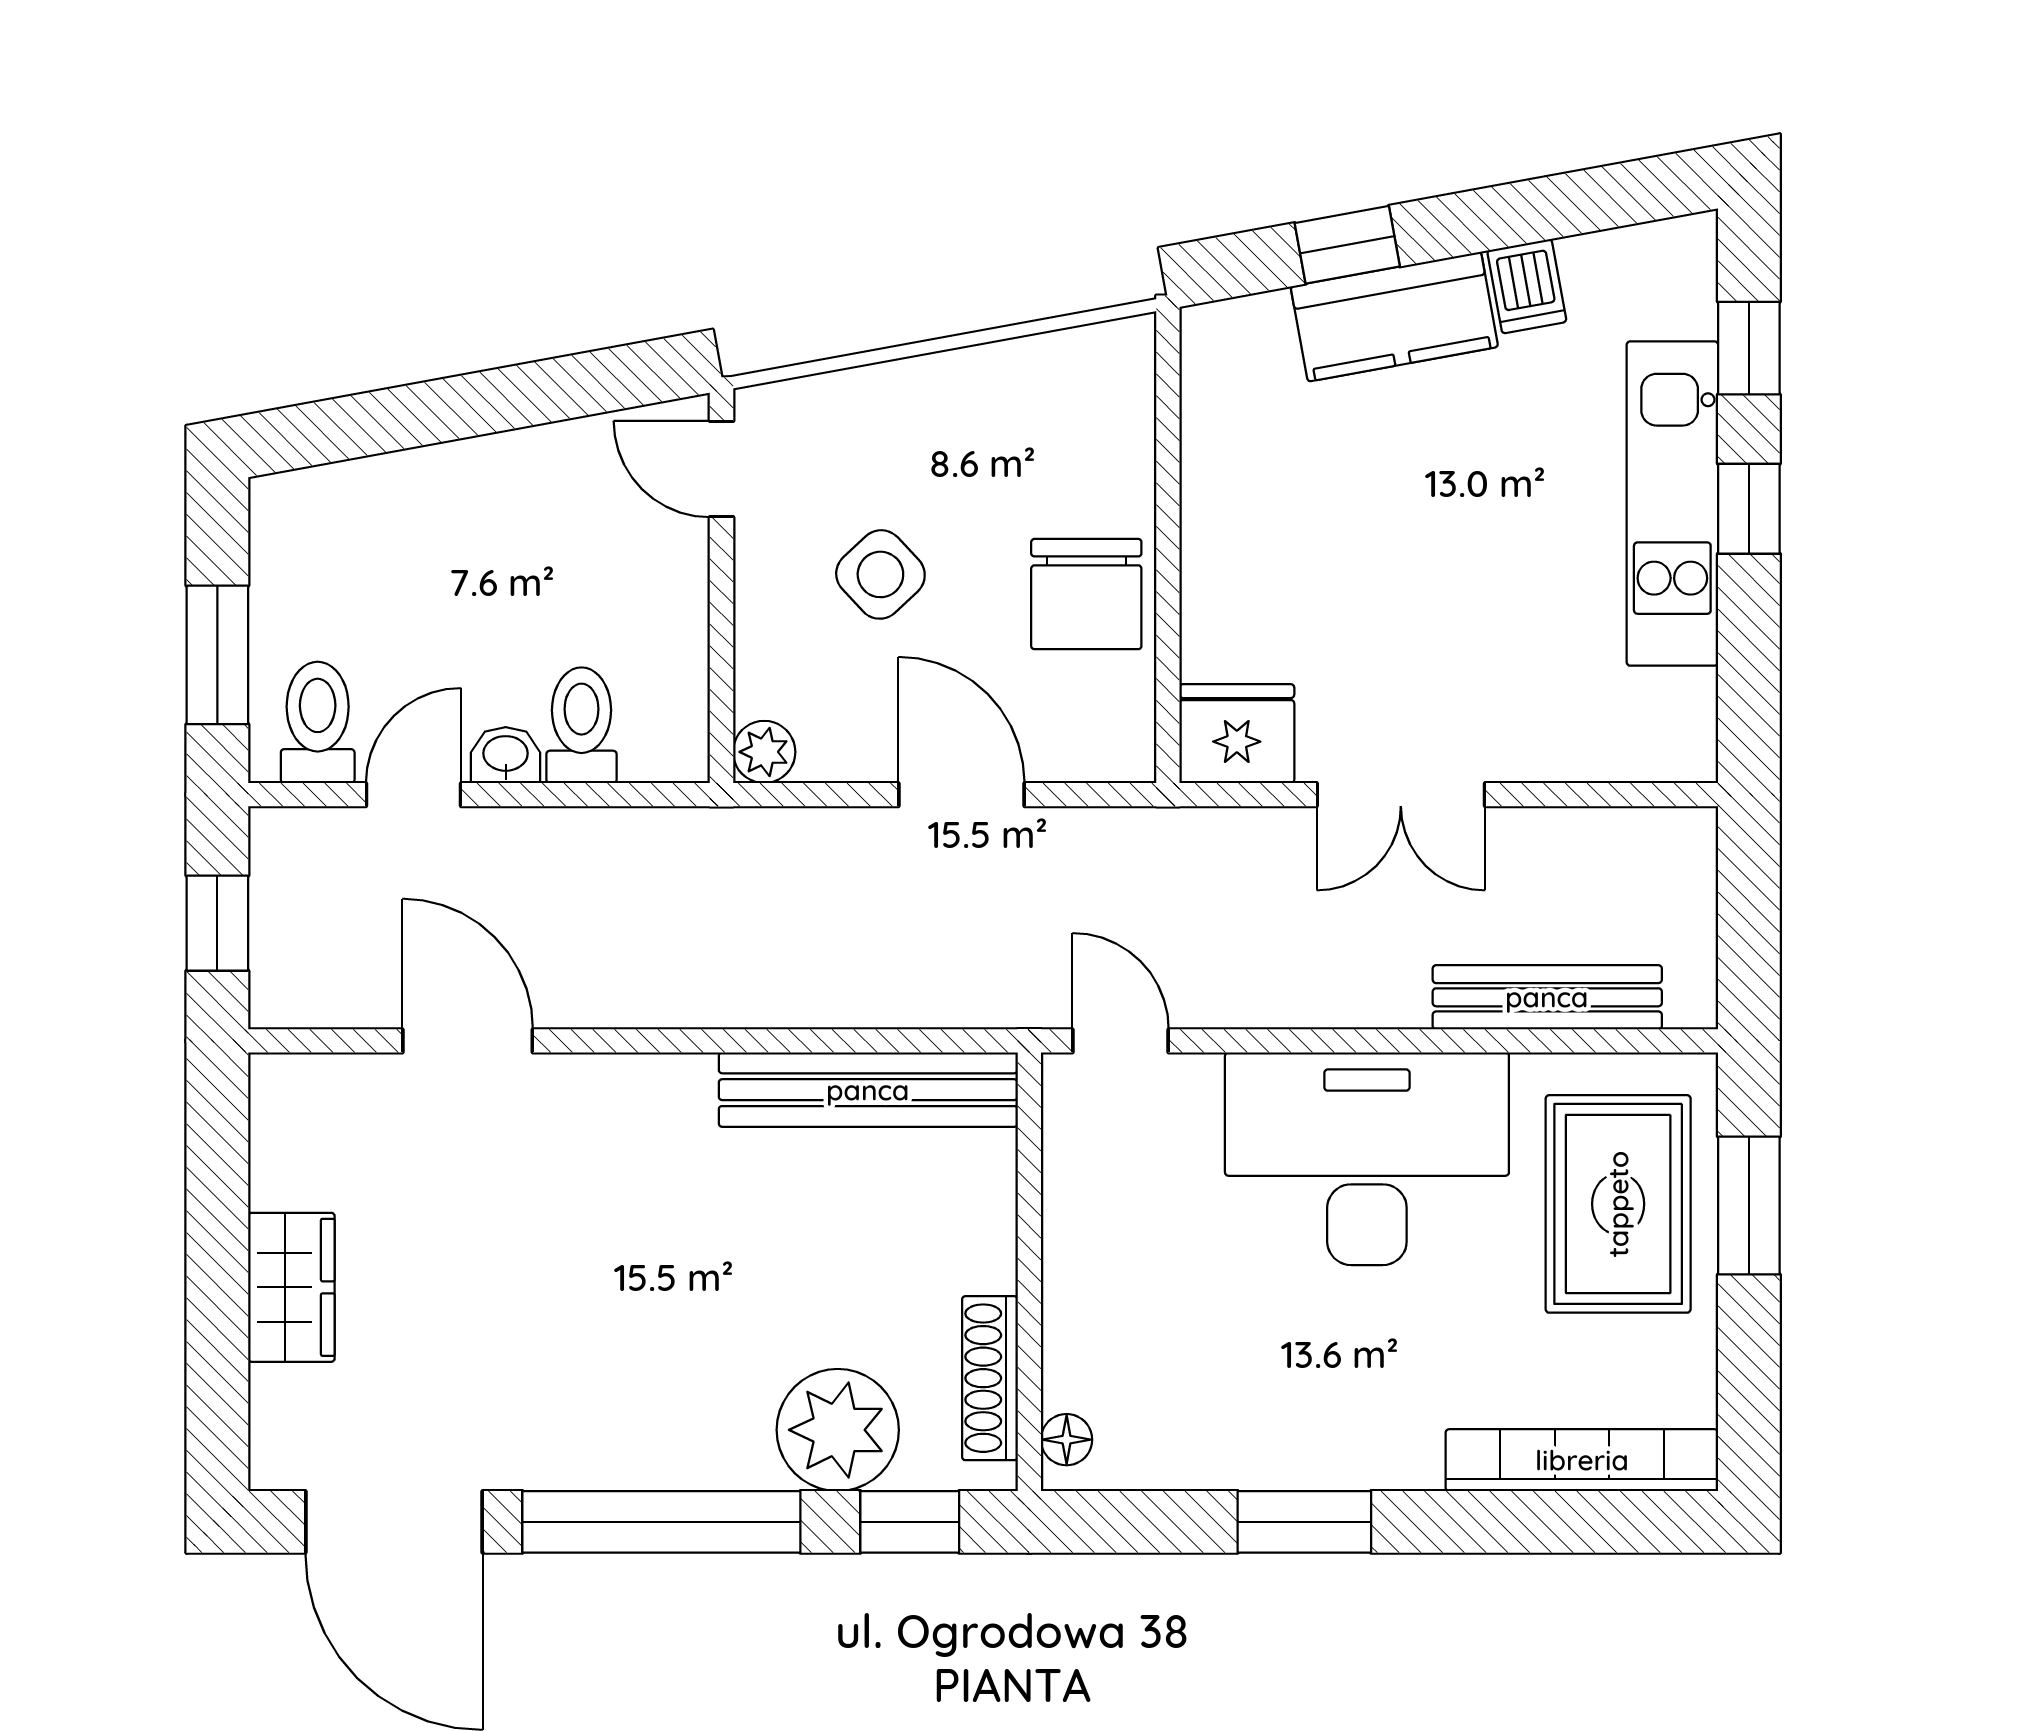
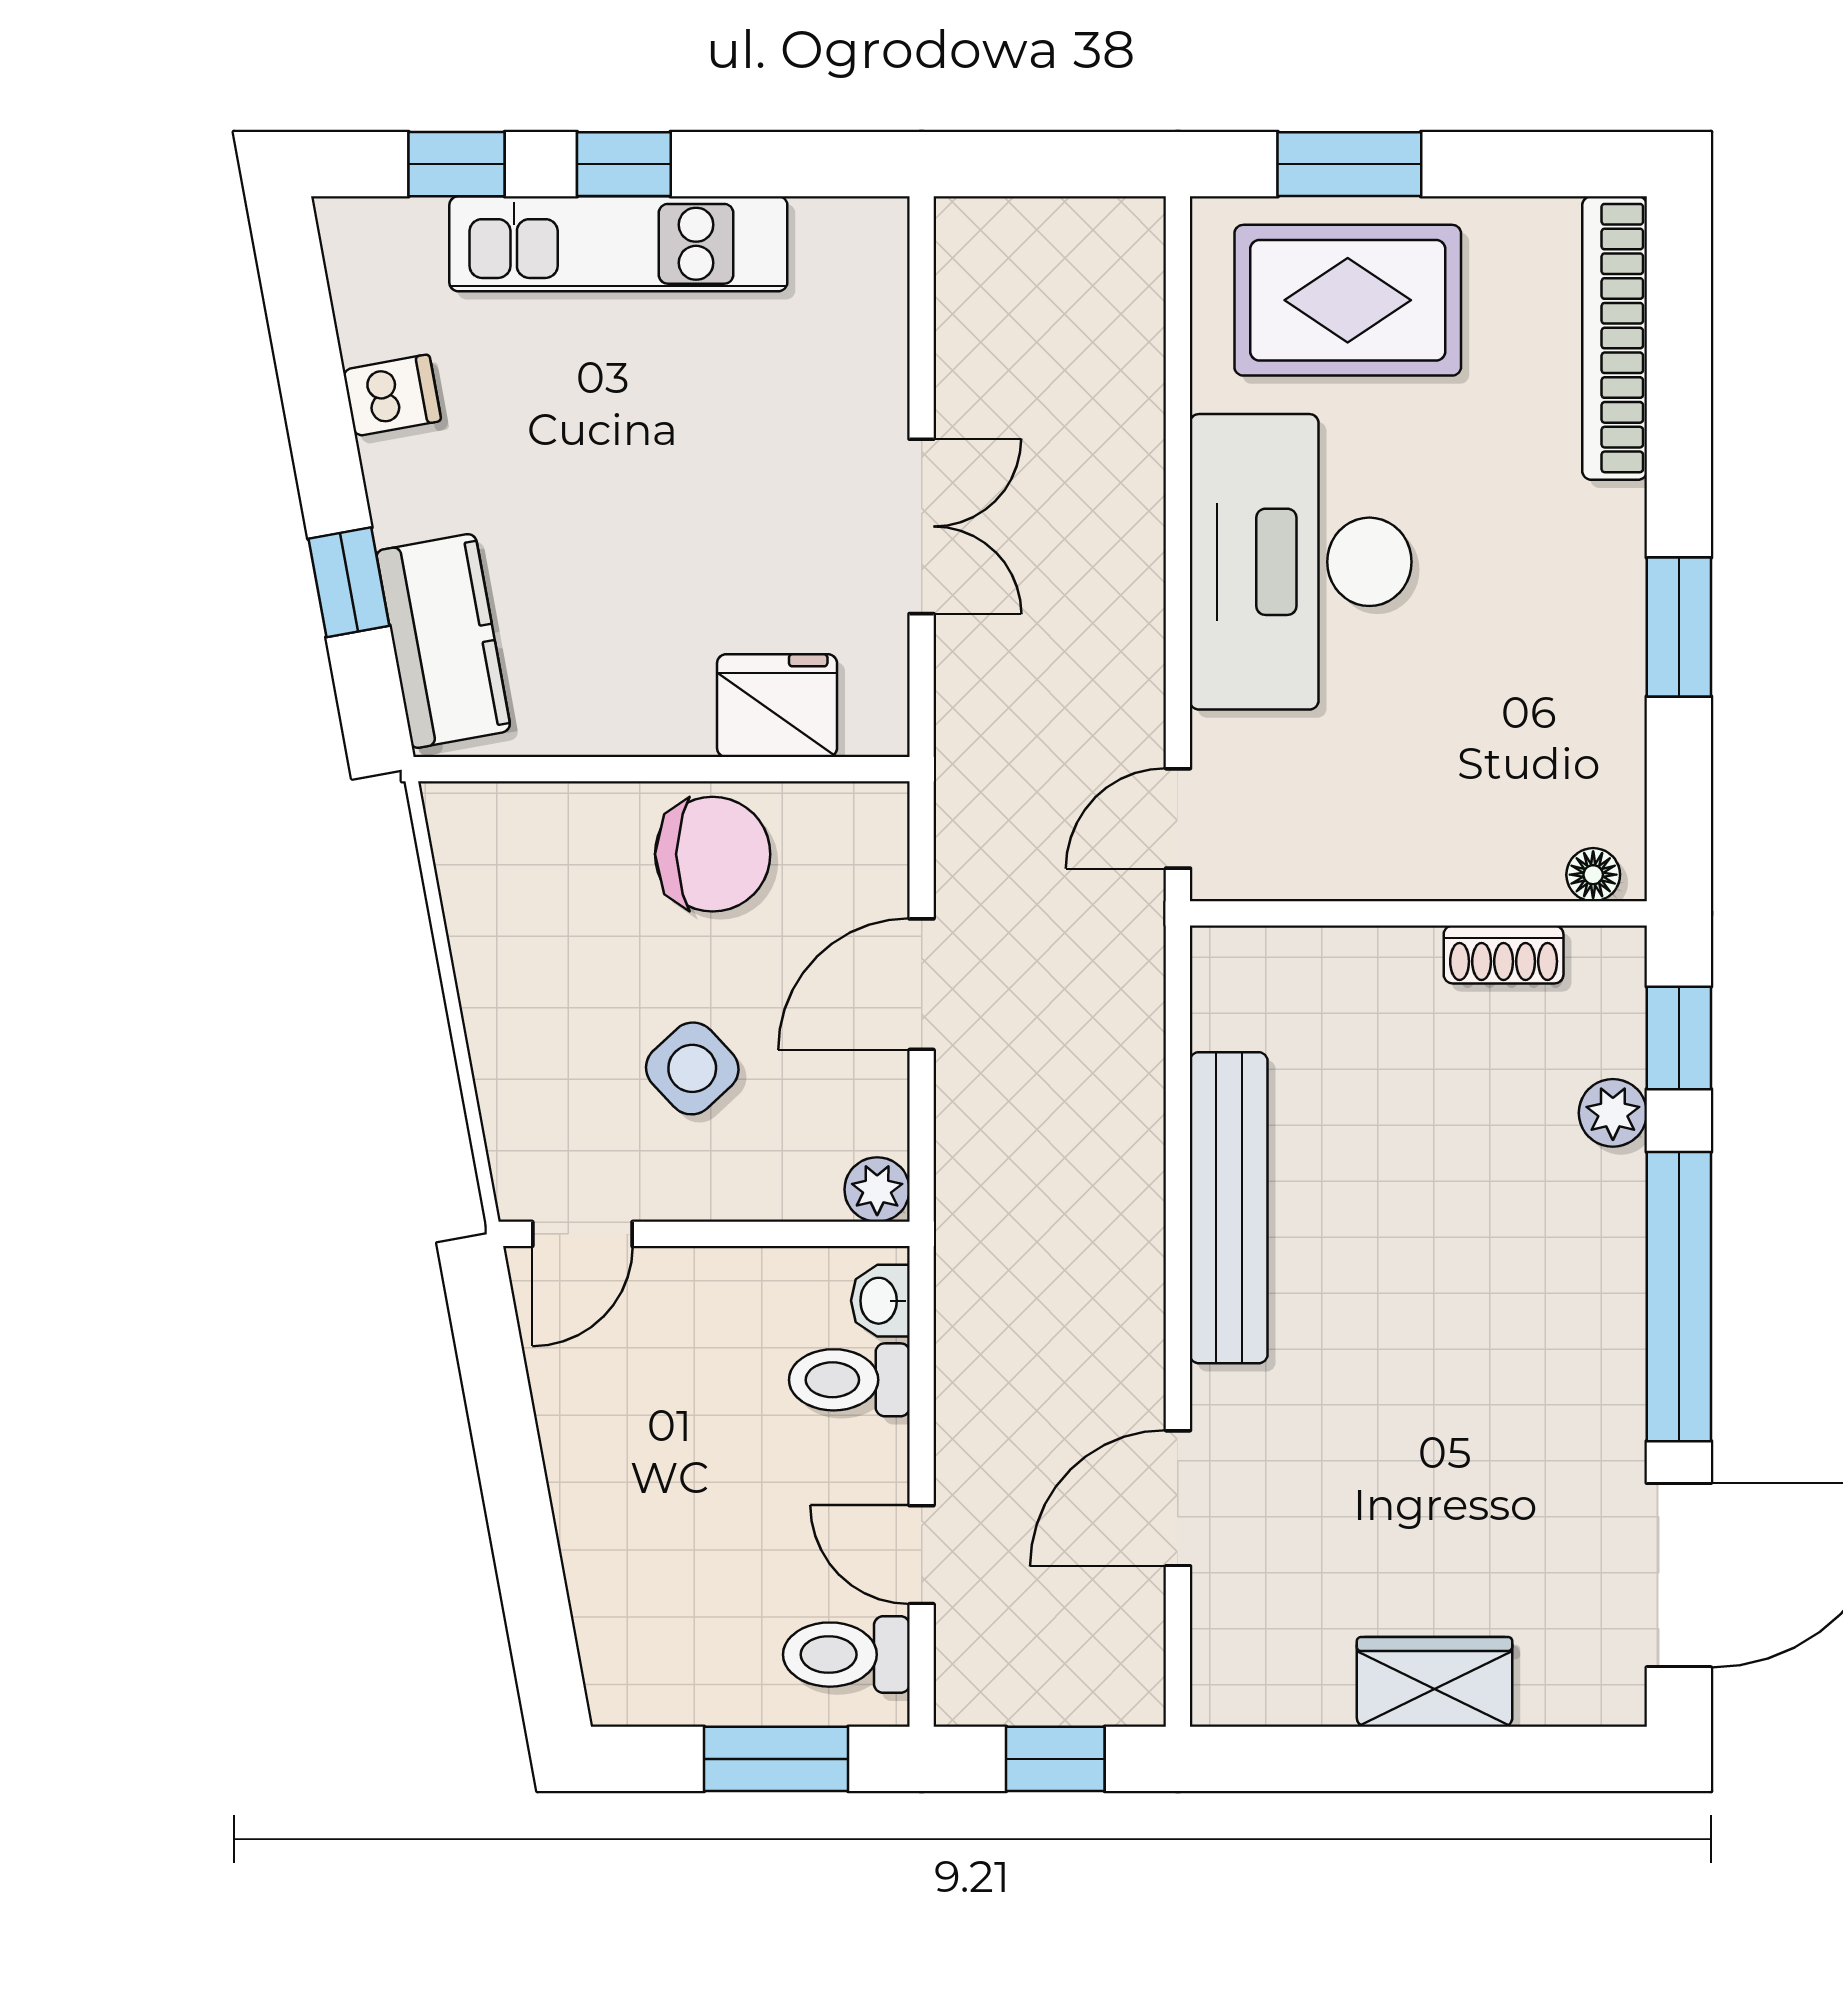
kitchen counter: (1394, 317) -> (443, 641), moved
fridge: (1237, 734) -> (777, 706), moved, turned 90
washbasin: (506, 755) -> (880, 1301), moved
bench: (1547, 997) -> (1133, 374), removed
bench: (868, 1090) -> (1229, 1208), moved
shoe rack: (990, 1378) -> (1504, 954), width x0.70
plant: (838, 1430) -> (1613, 1113), width x0.53, depth x0.53

